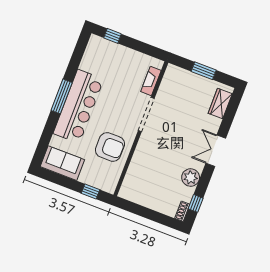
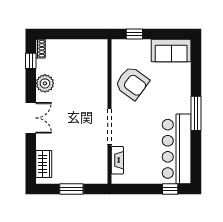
bar counter: (78, 106) -> (177, 149), moved
armchair: (110, 147) -> (132, 83), turned -144

